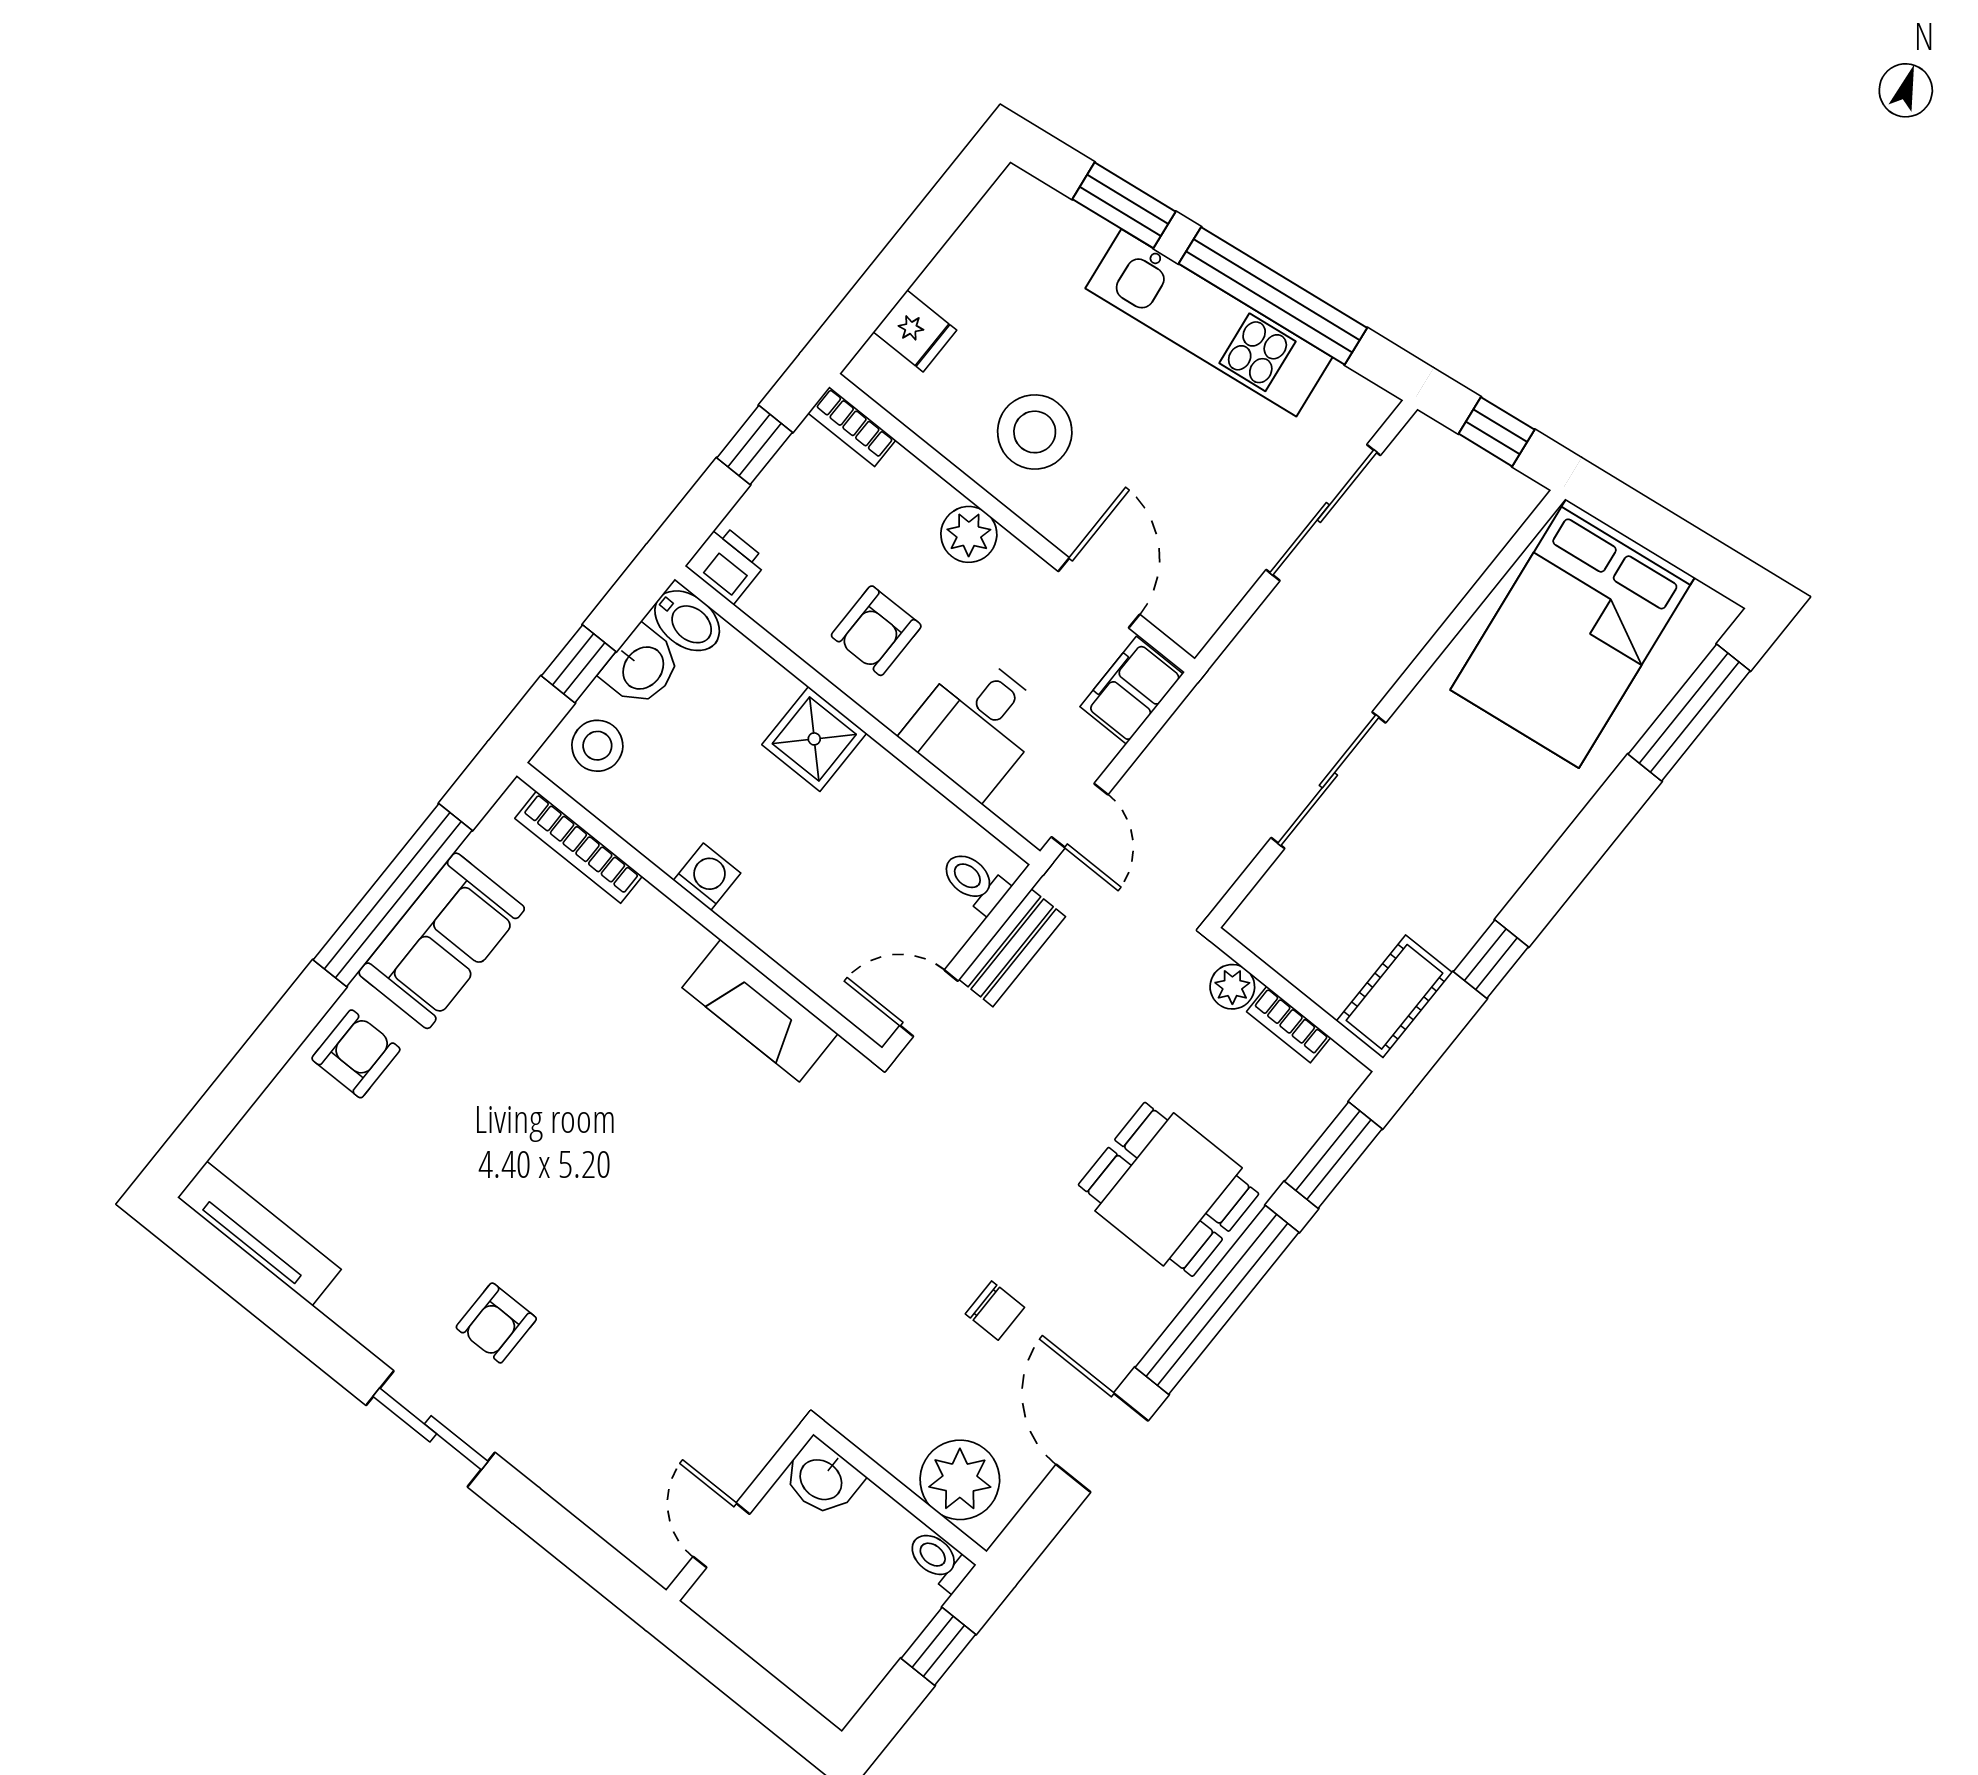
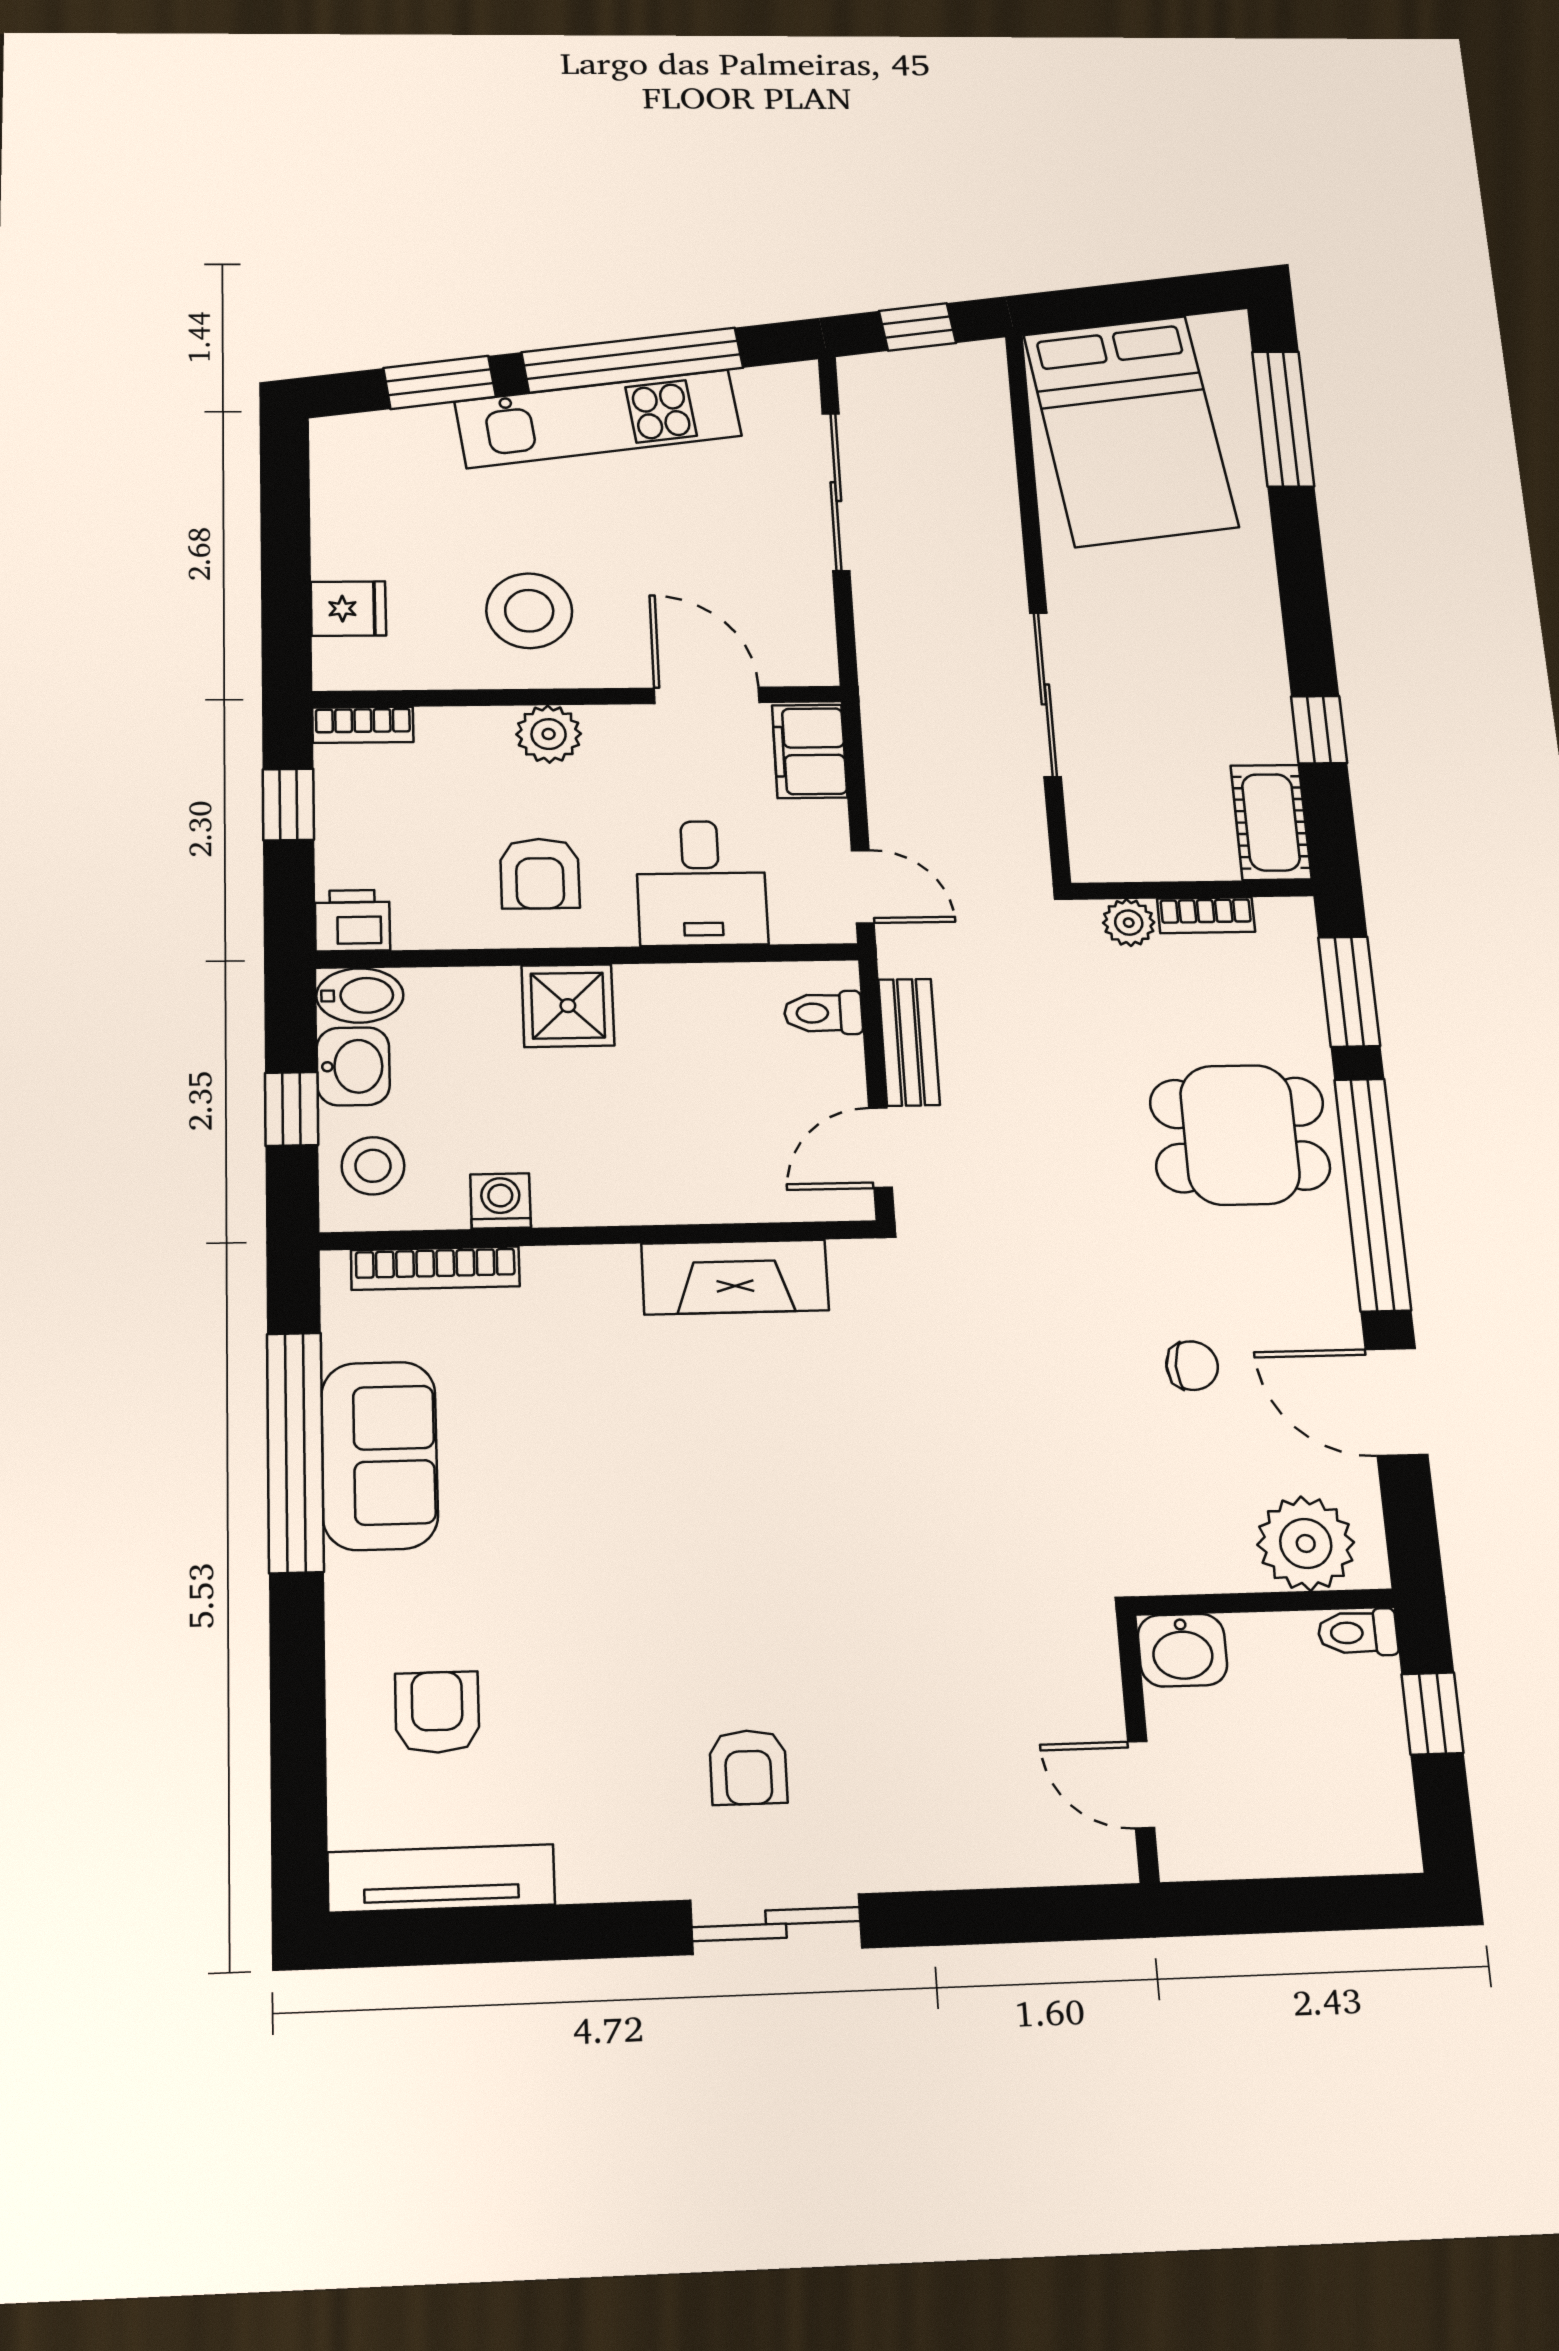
washing machine: (707, 877) -> (500, 1201), moved
armchair: (356, 1054) -> (437, 1712), moved

